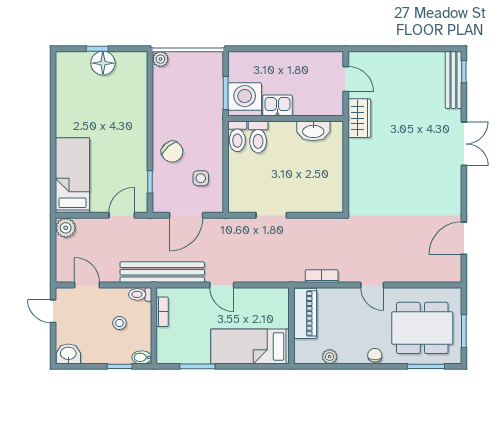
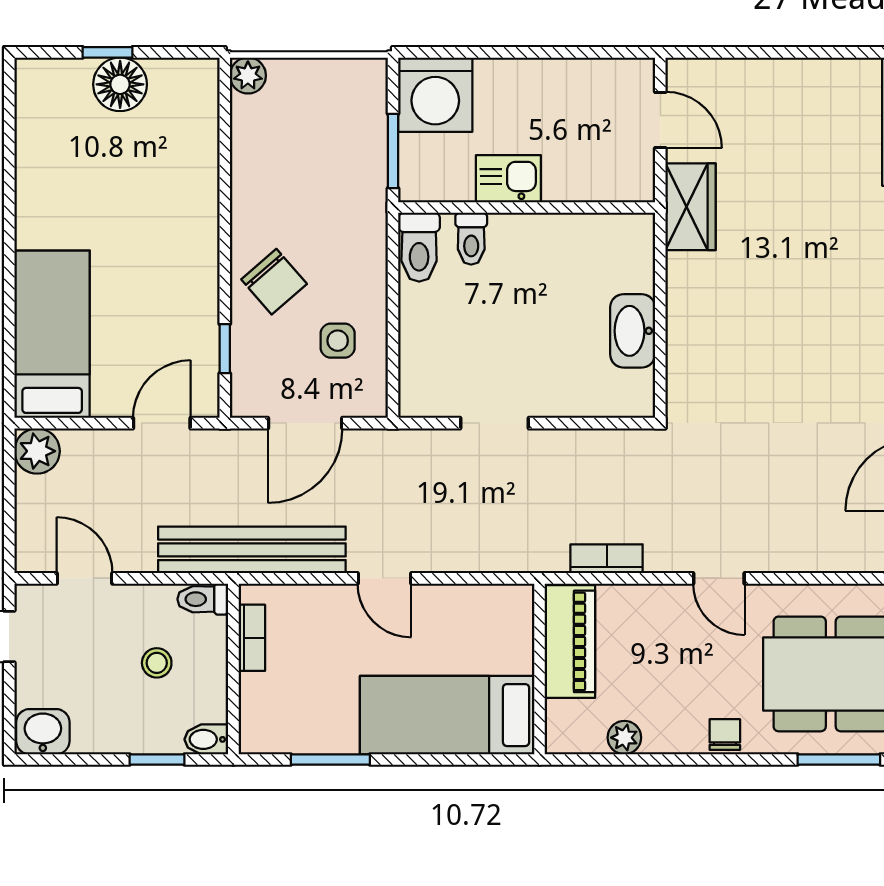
washing machine: (245, 99) -> (435, 95), moved, turned 180
washbasin: (313, 131) -> (633, 331), moved, turned 90
toilet: (258, 137) -> (471, 239), width x0.73, depth x0.72

